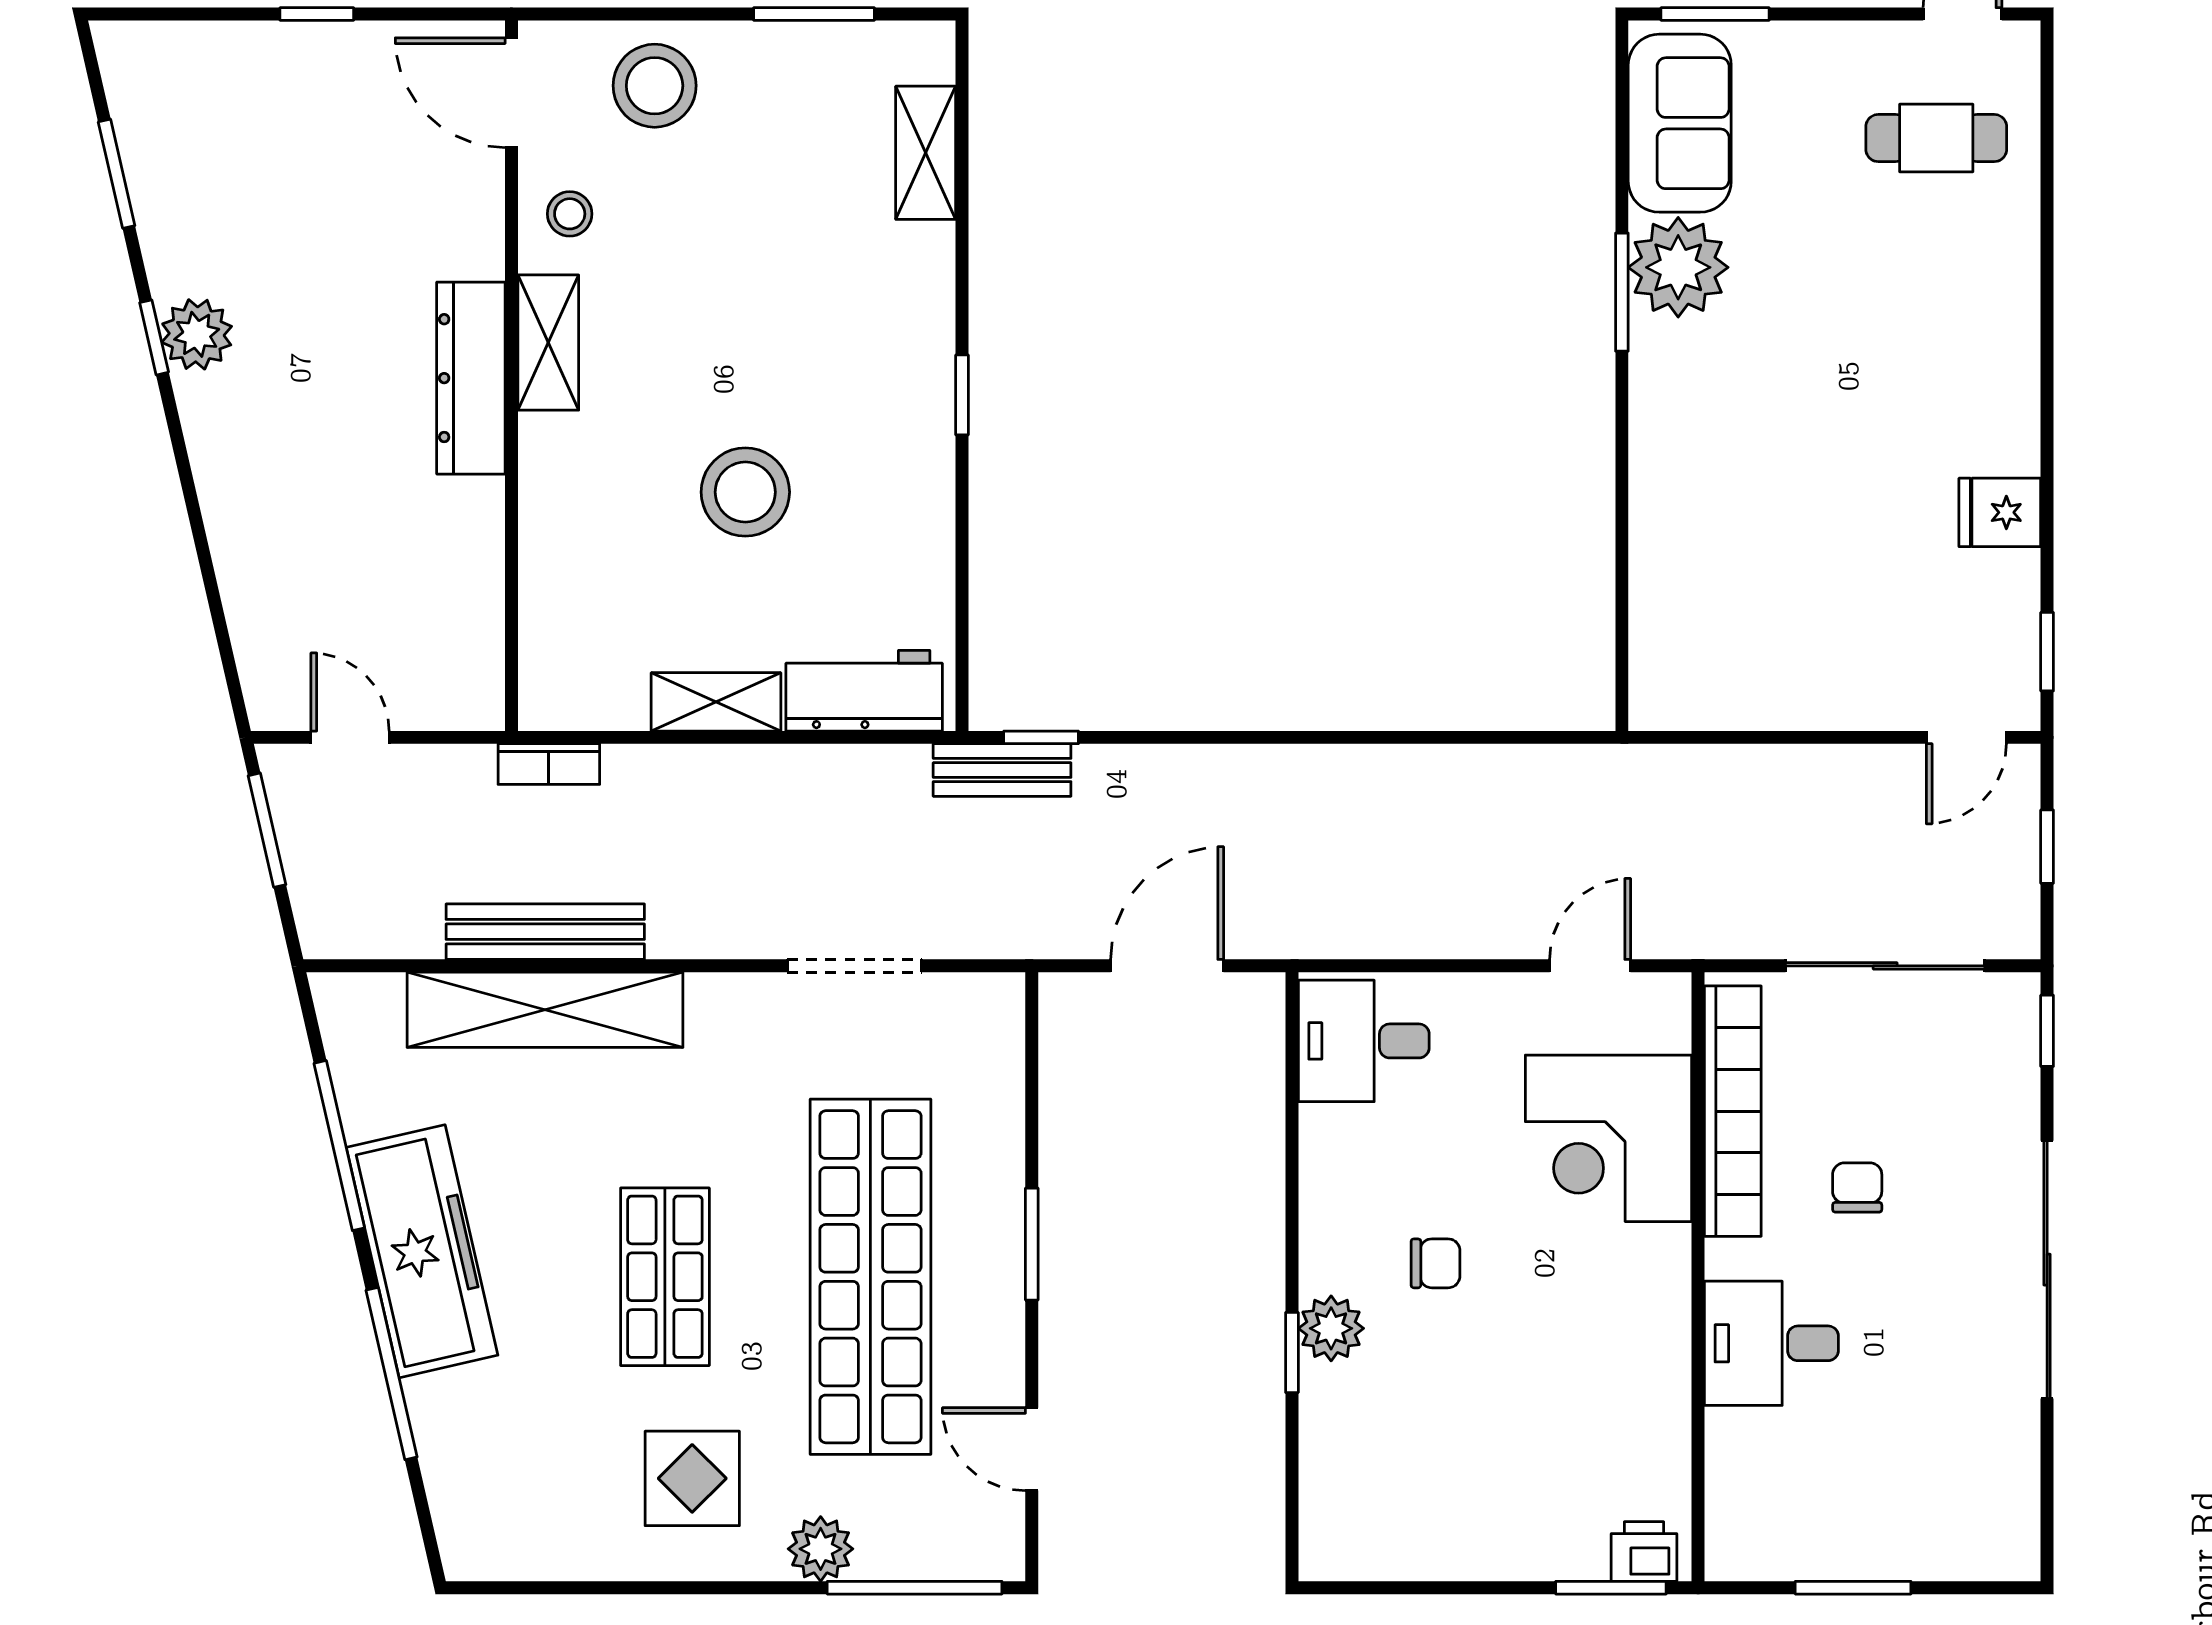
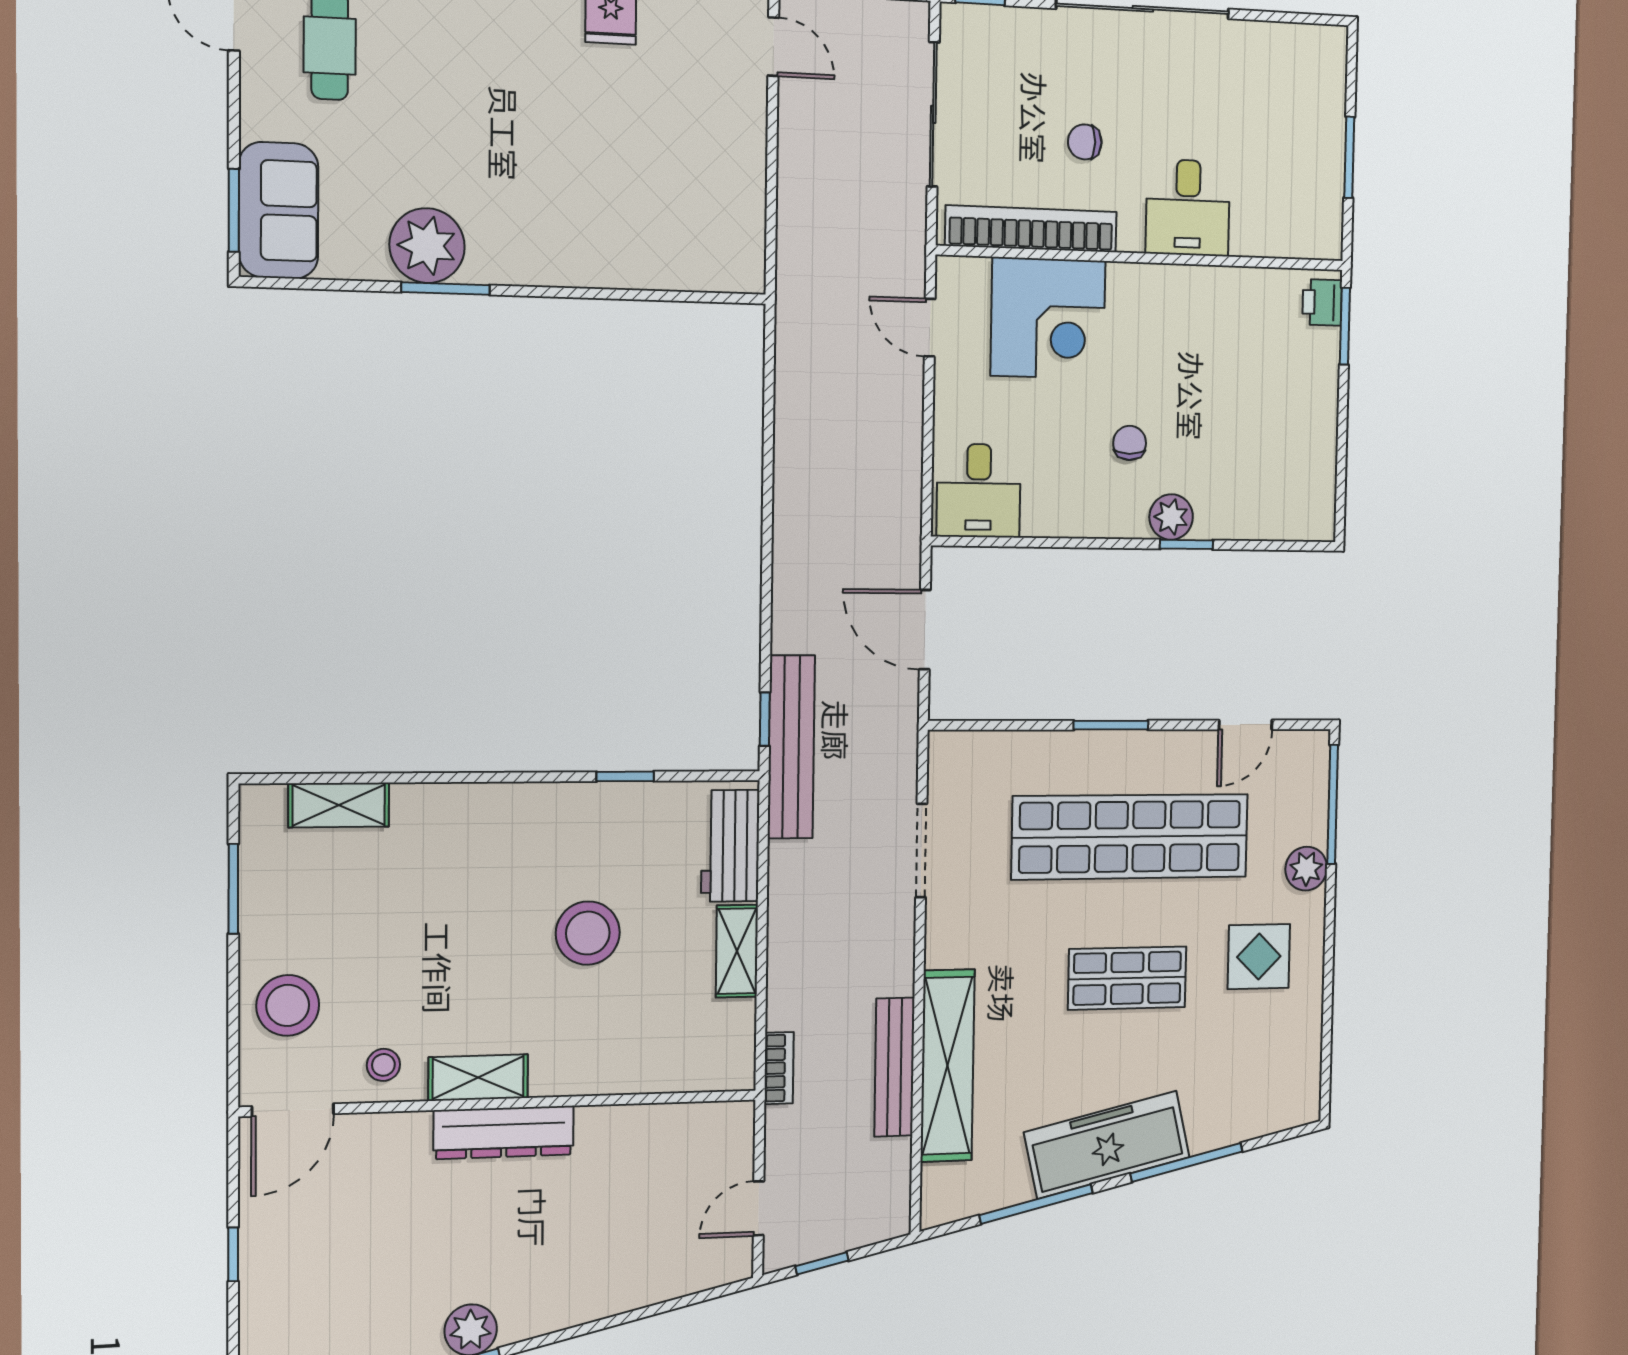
sofa: (1680, 123) -> (279, 210), moved, turned 90
window: (962, 395) -> (625, 776), moved
bench: (1002, 770) -> (791, 747), width x1.86, depth x1.21
window: (267, 830) -> (822, 1263), width x0.67

